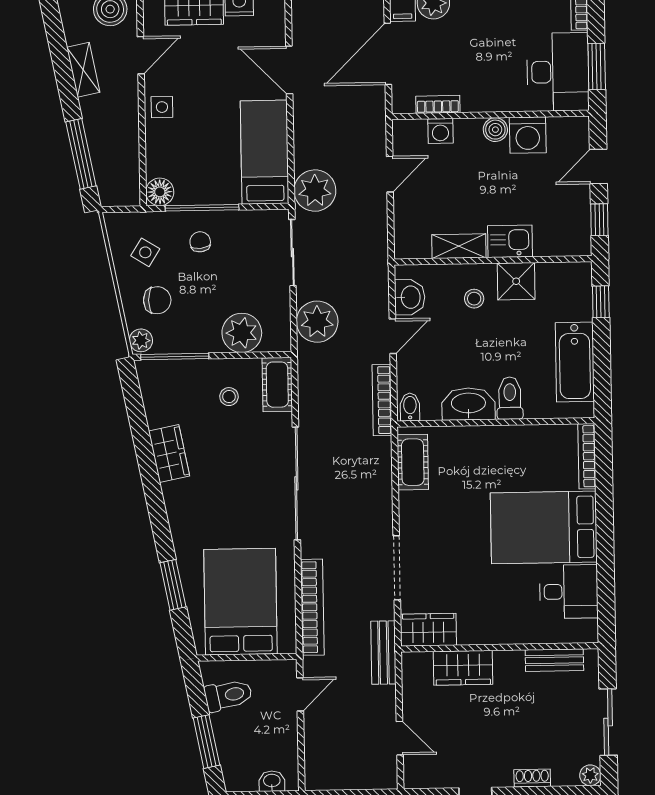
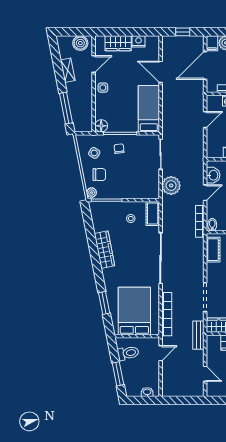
plant: (315, 191) -> (171, 126), removed
plant: (242, 333) -> (137, 190), removed
wardrobe: (169, 454) -> (105, 250), width x1.50

